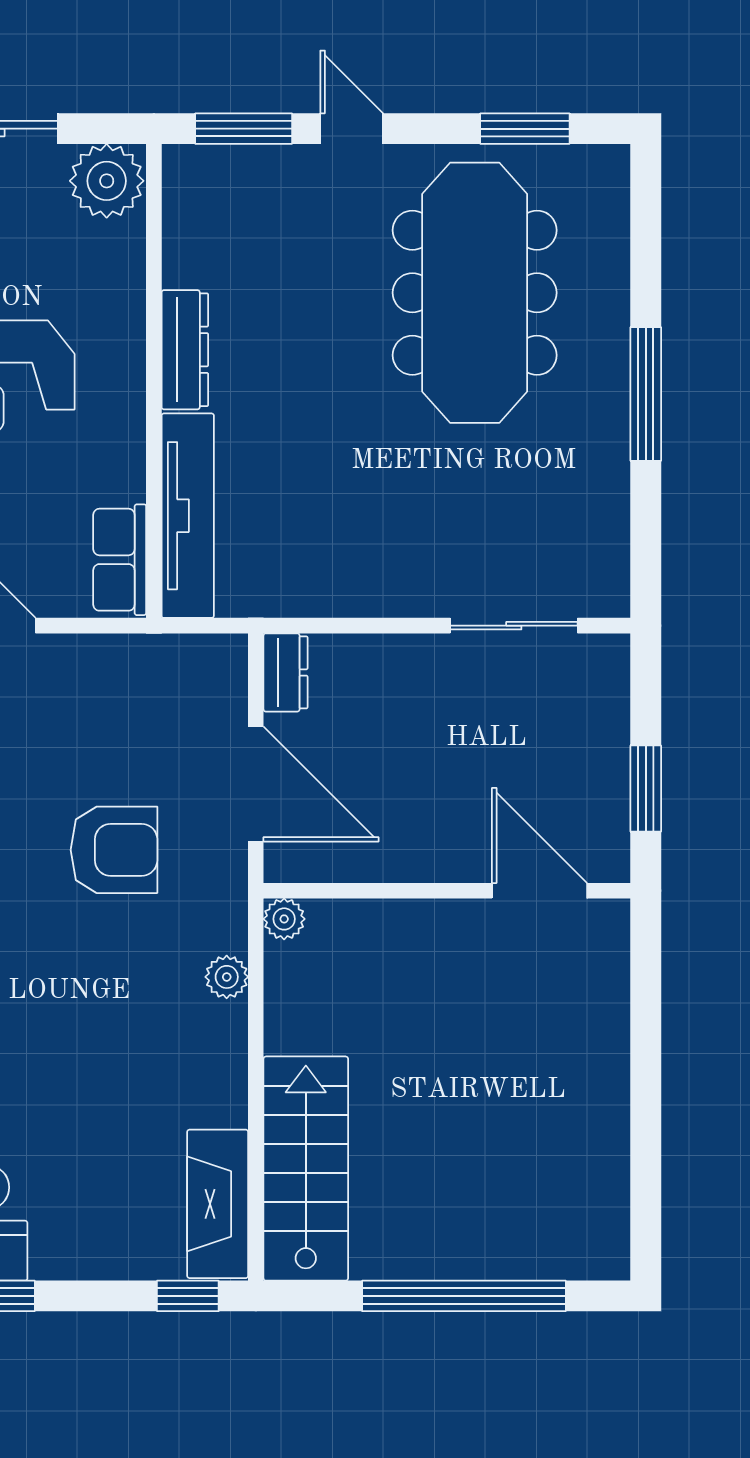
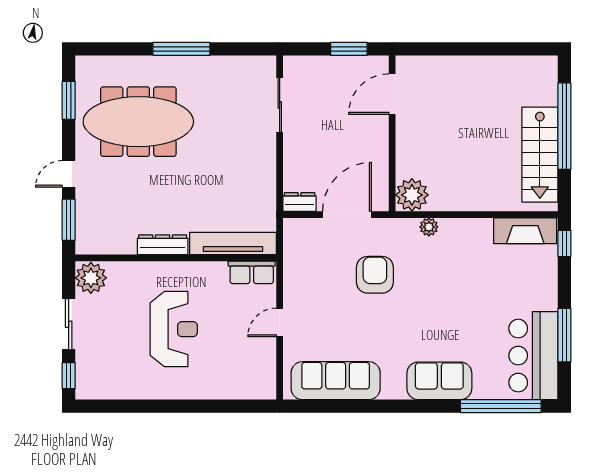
plant: (284, 919) -> (412, 195), width x1.87, depth x1.87
stairs: (306, 1169) -> (540, 155), moved, turned -90

